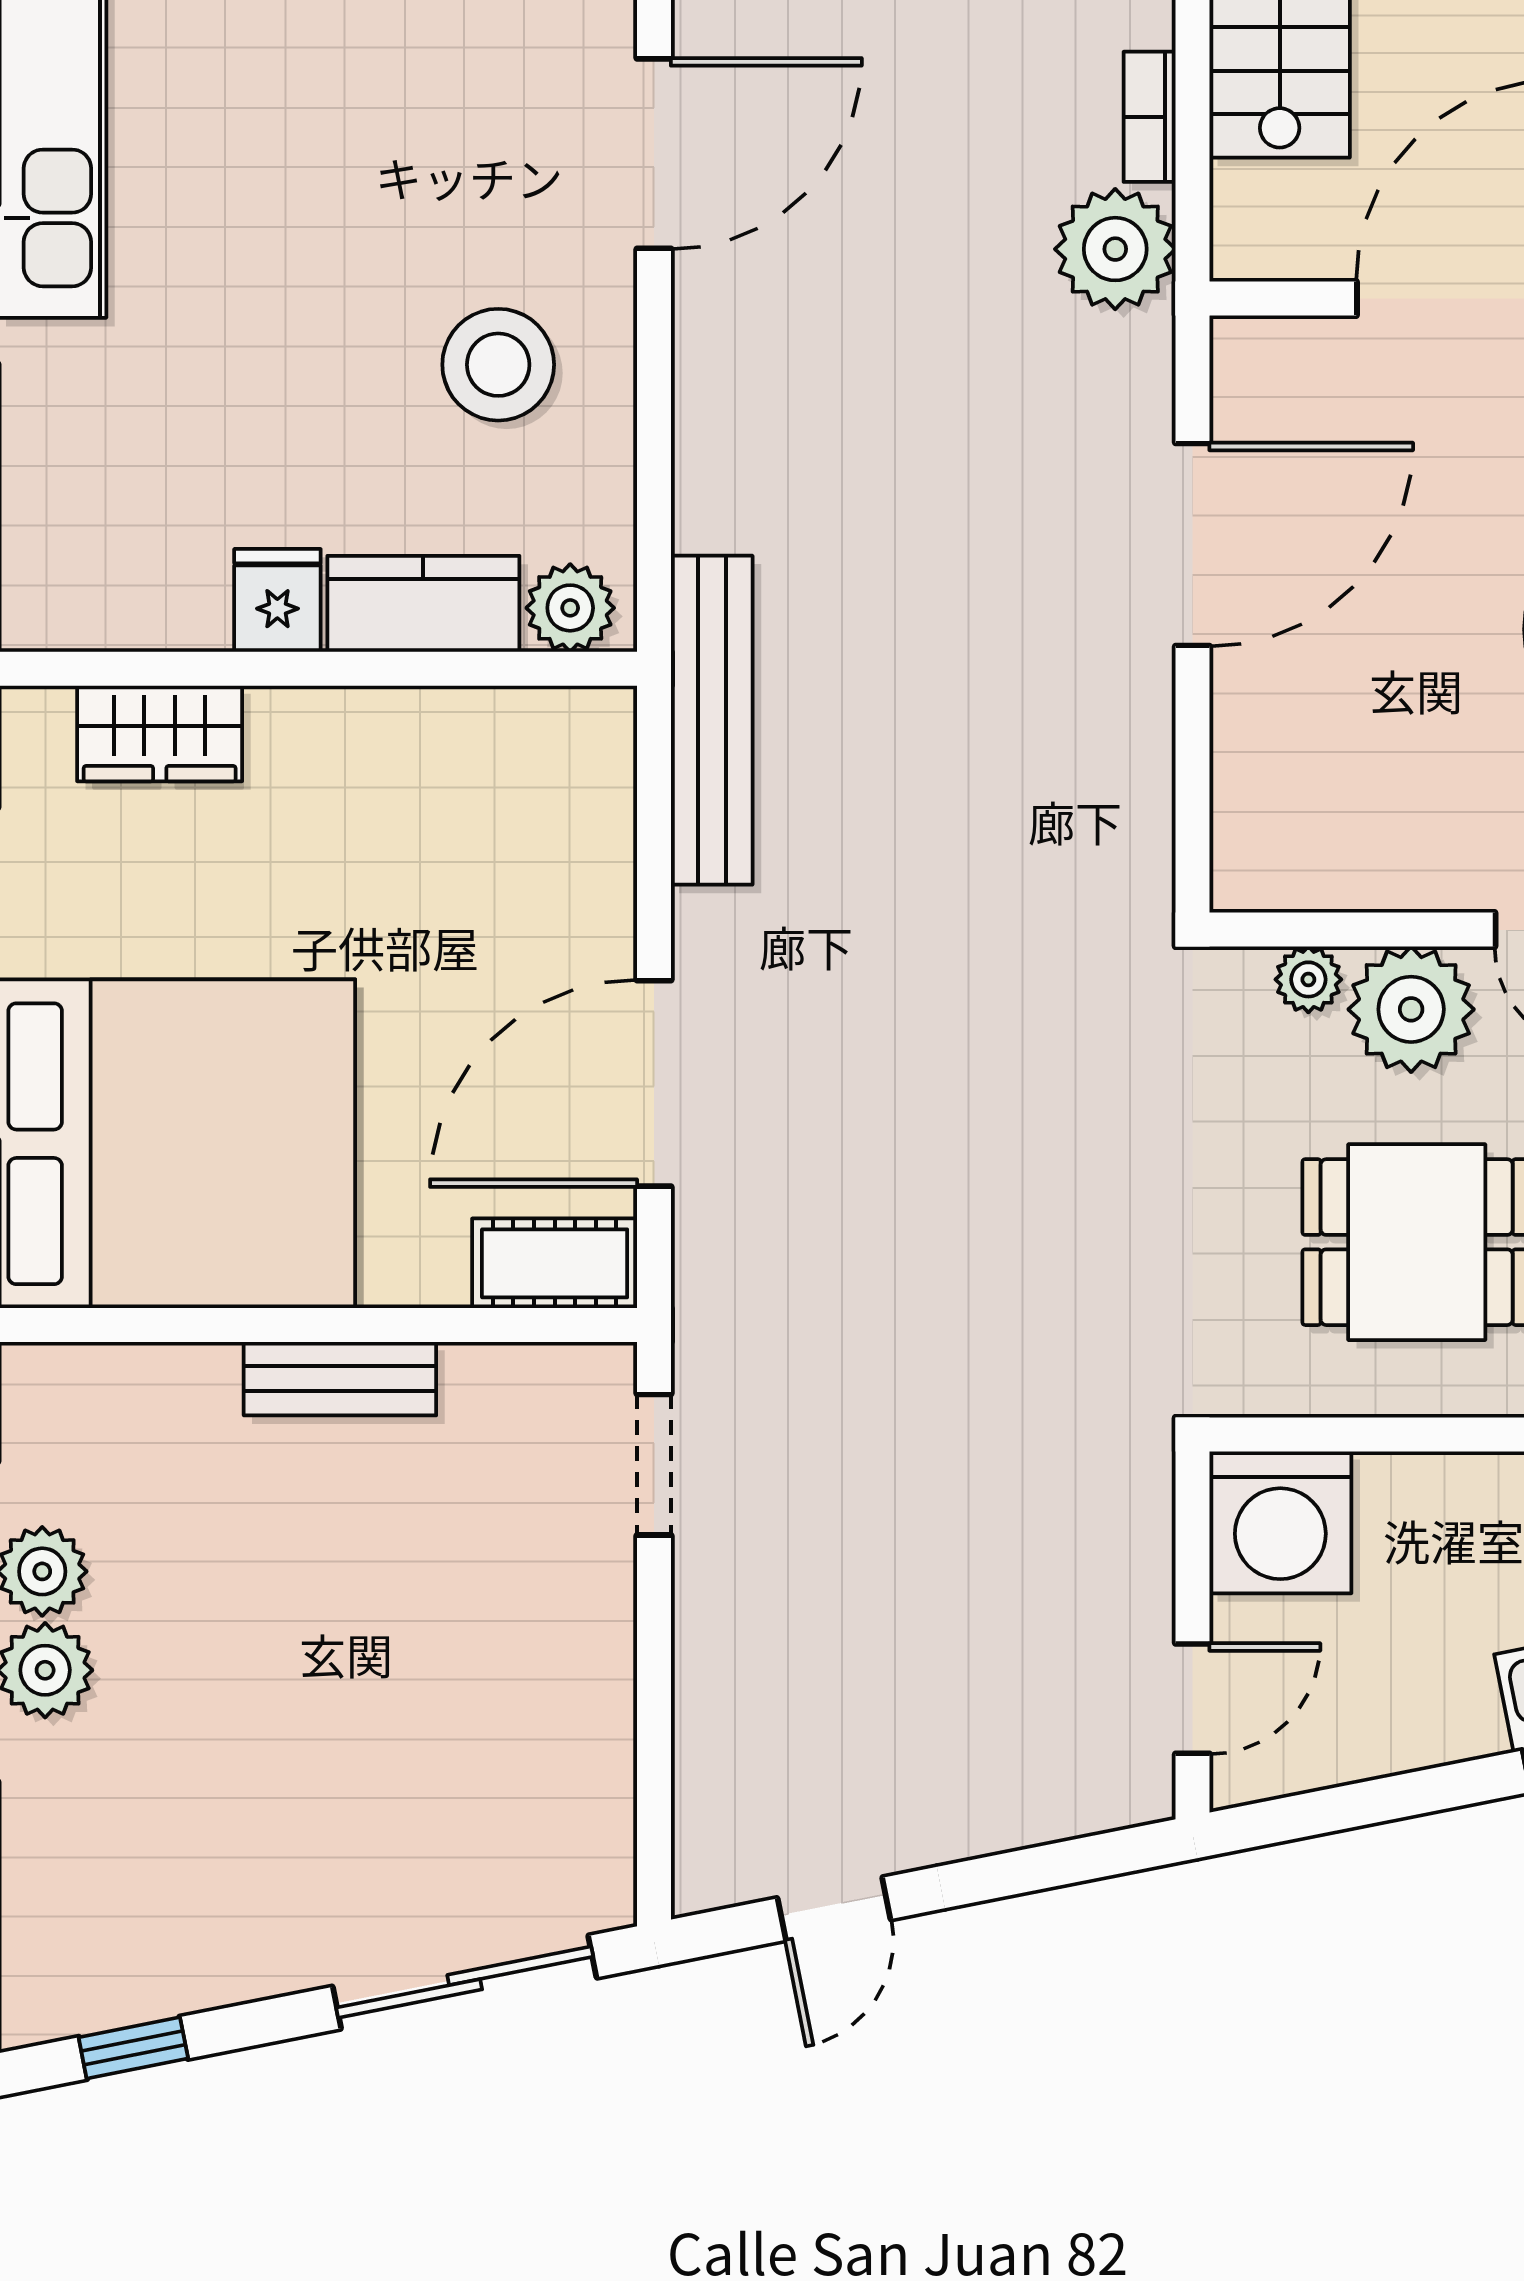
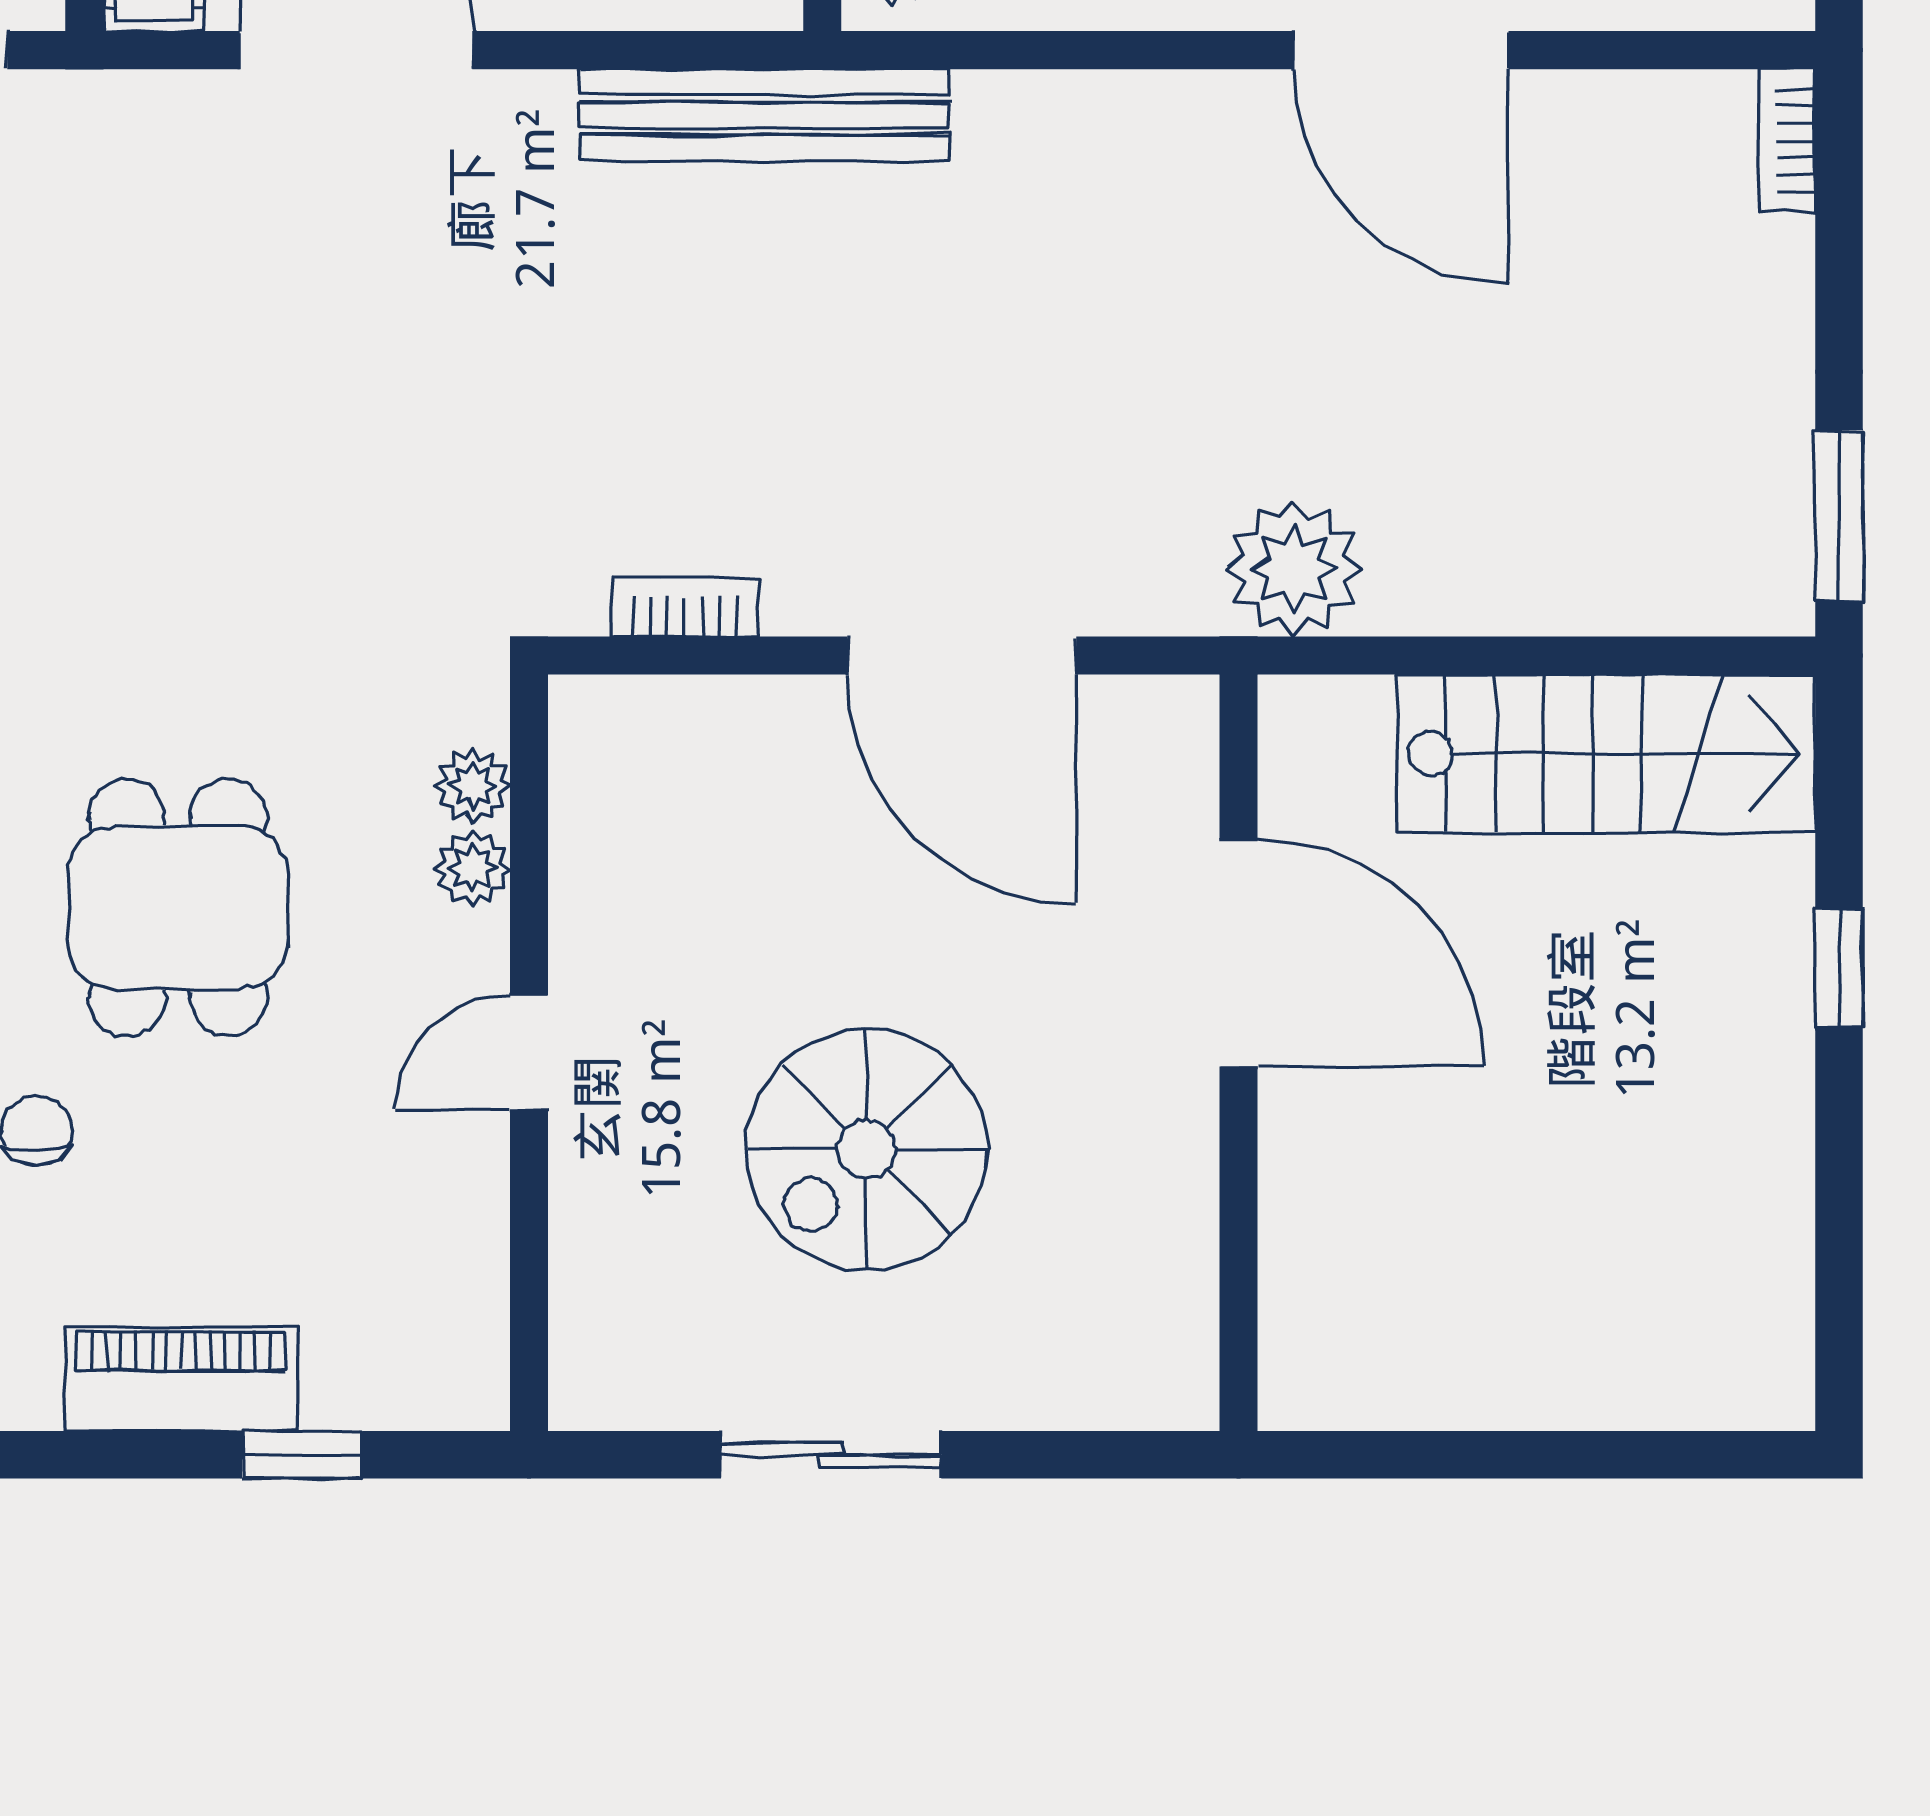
bookcase: (1150, 117) -> (685, 607), moved
plant: (1411, 1009) -> (472, 868), width x0.53, depth x0.53

